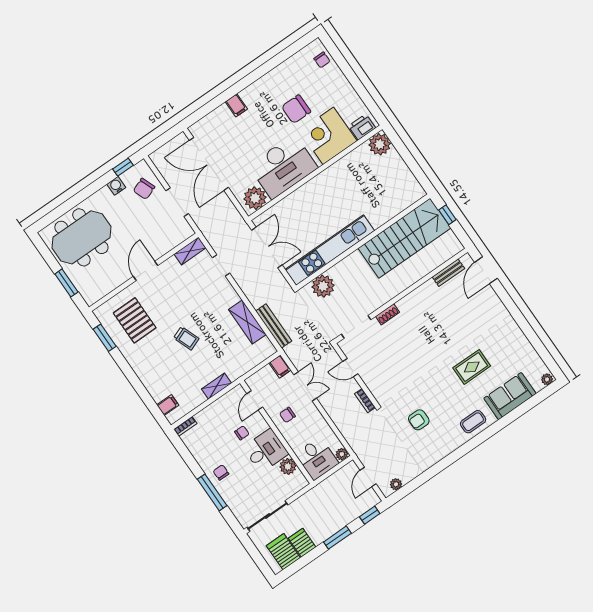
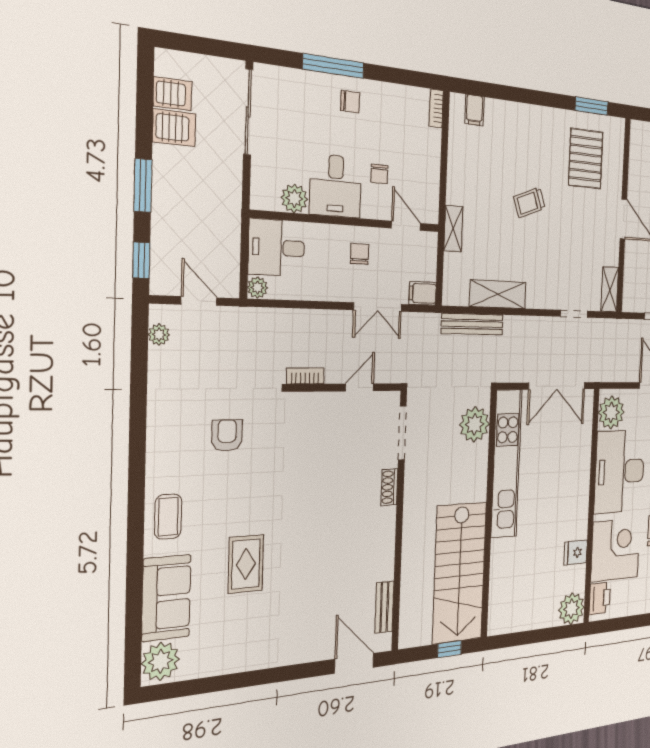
fridge: (347, 165) -> (576, 552), added
pallet: (135, 320) -> (586, 159), turned 90
plant: (547, 379) -> (160, 661), width x1.87, depth x1.87
shelving: (217, 386) -> (453, 229), moved
server rack: (283, 552) -> (172, 94), width x0.73, depth x0.70

